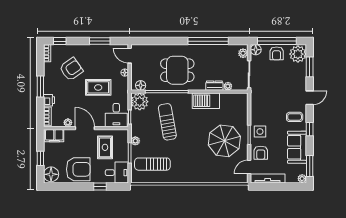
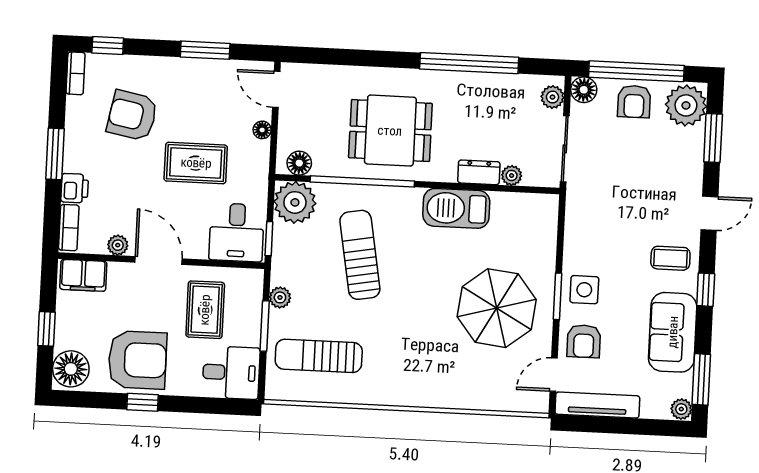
armchair: (71, 69) -> (132, 115), turned -134
window: (100, 187) -> (143, 402), moved

